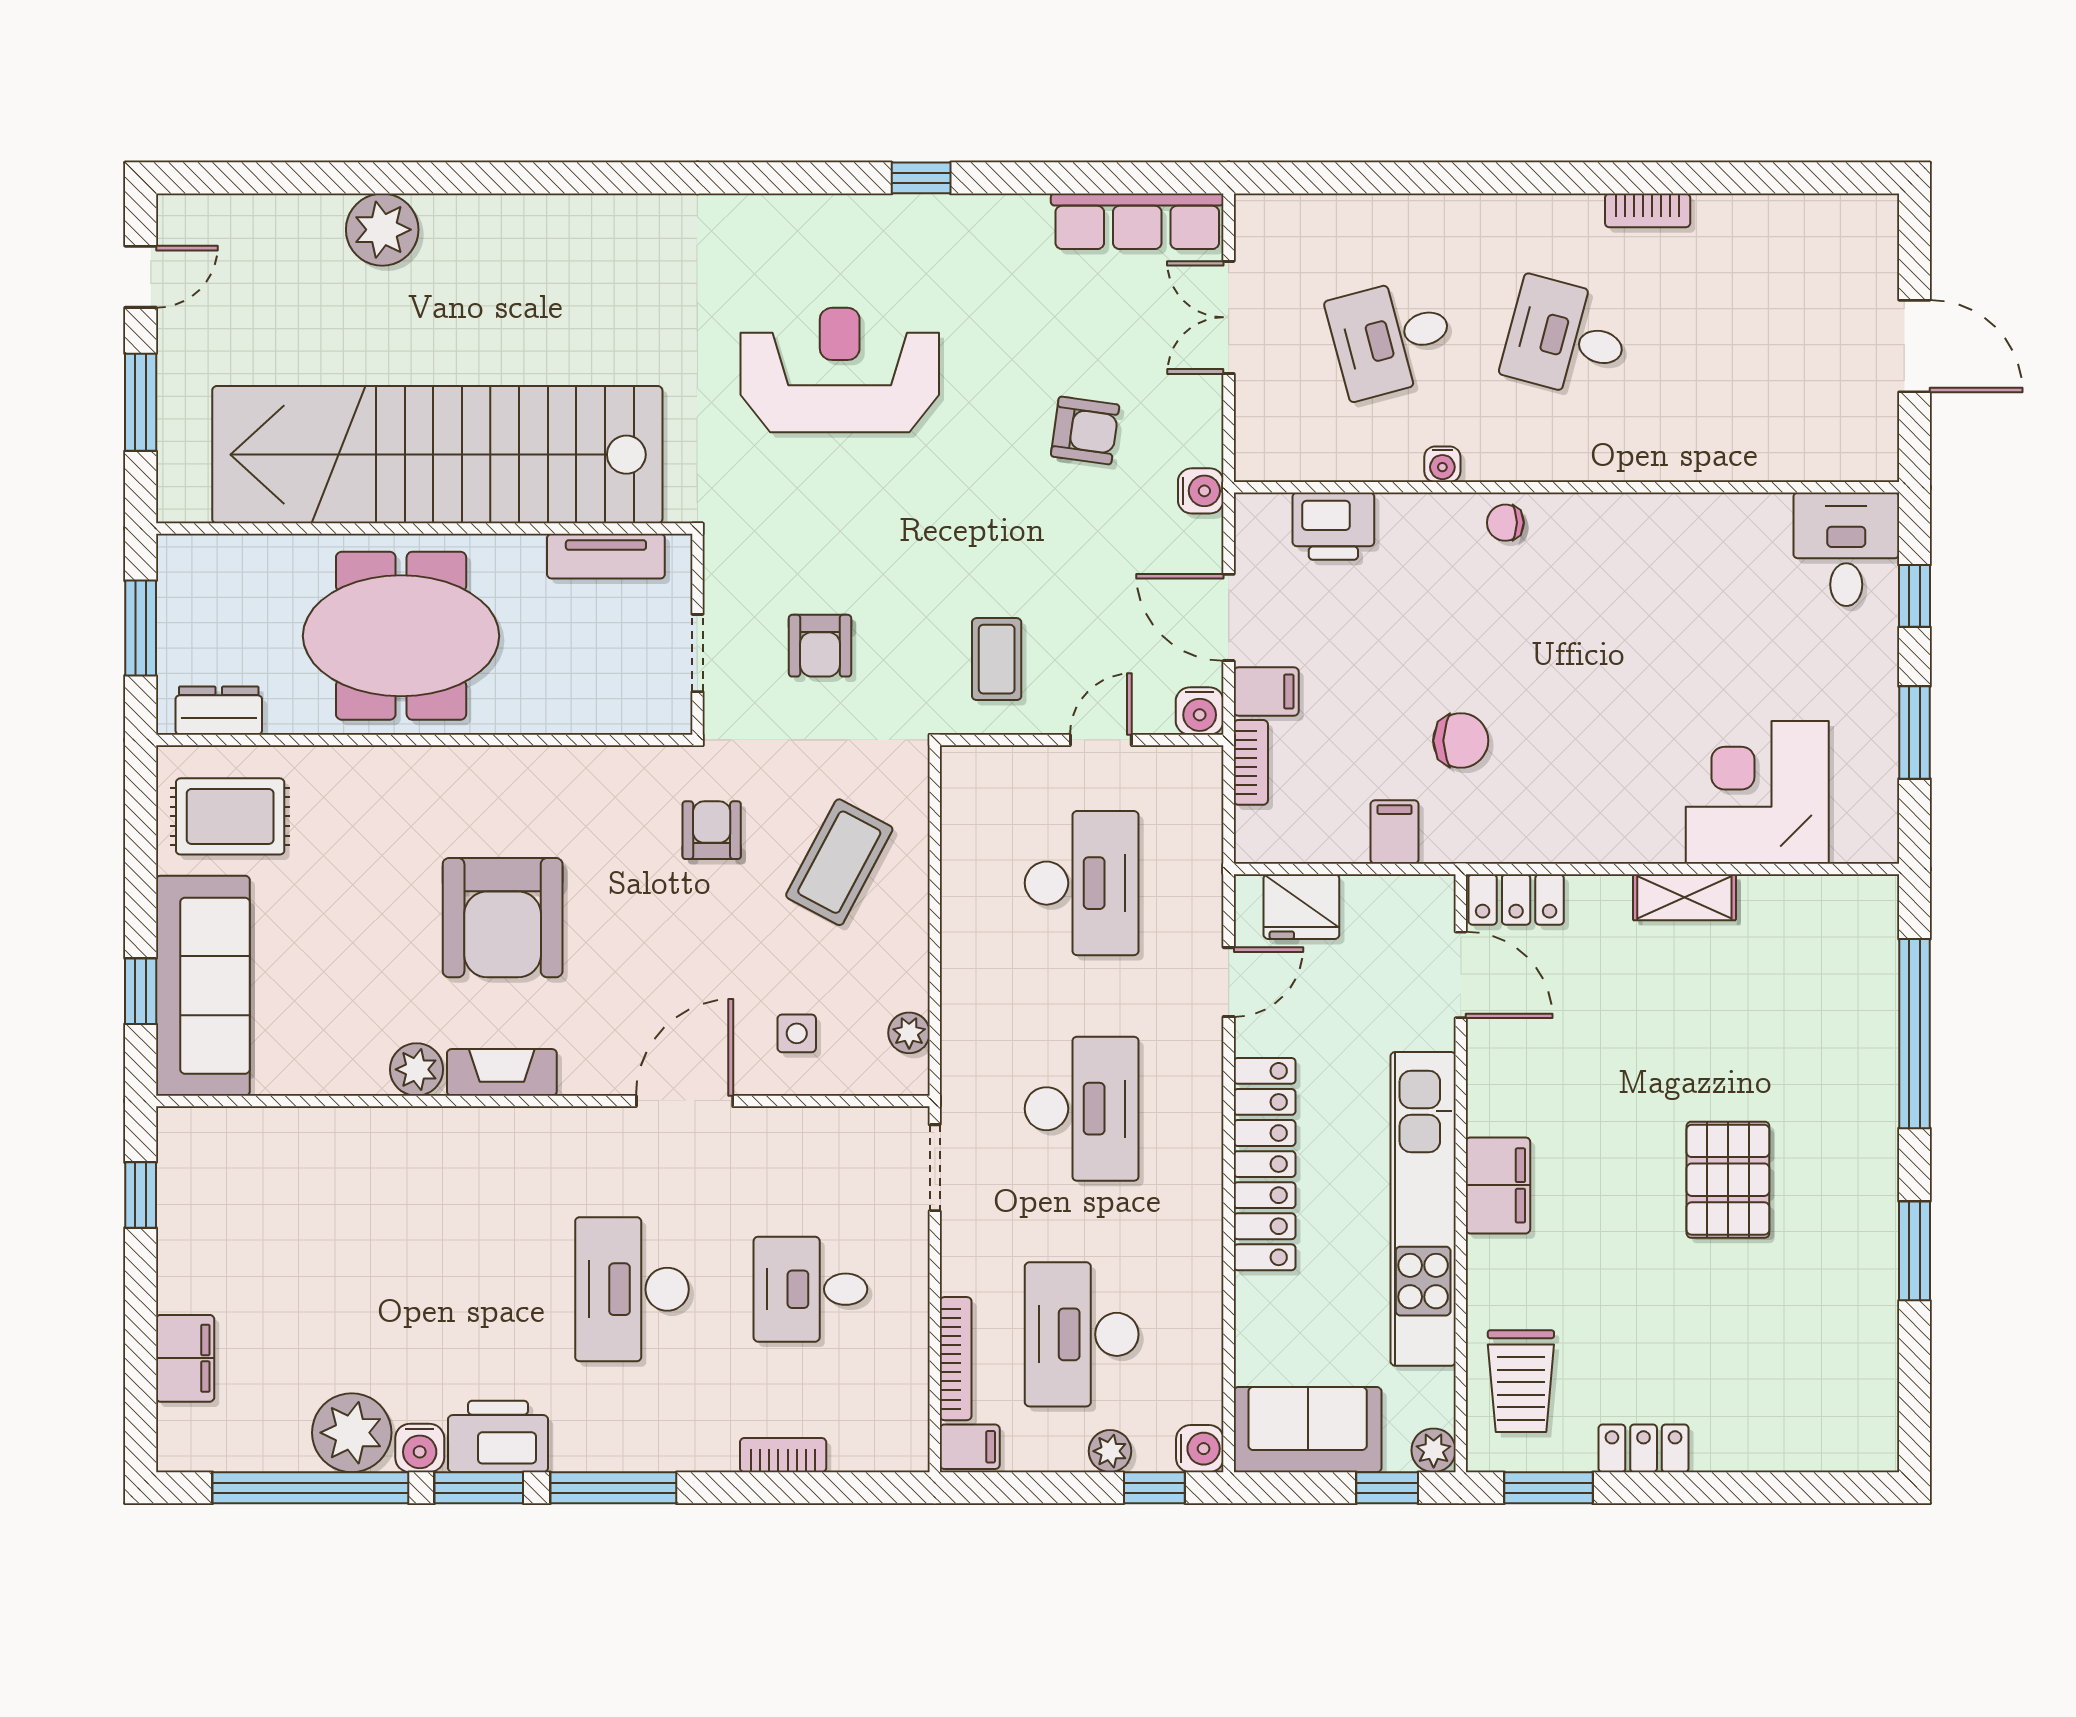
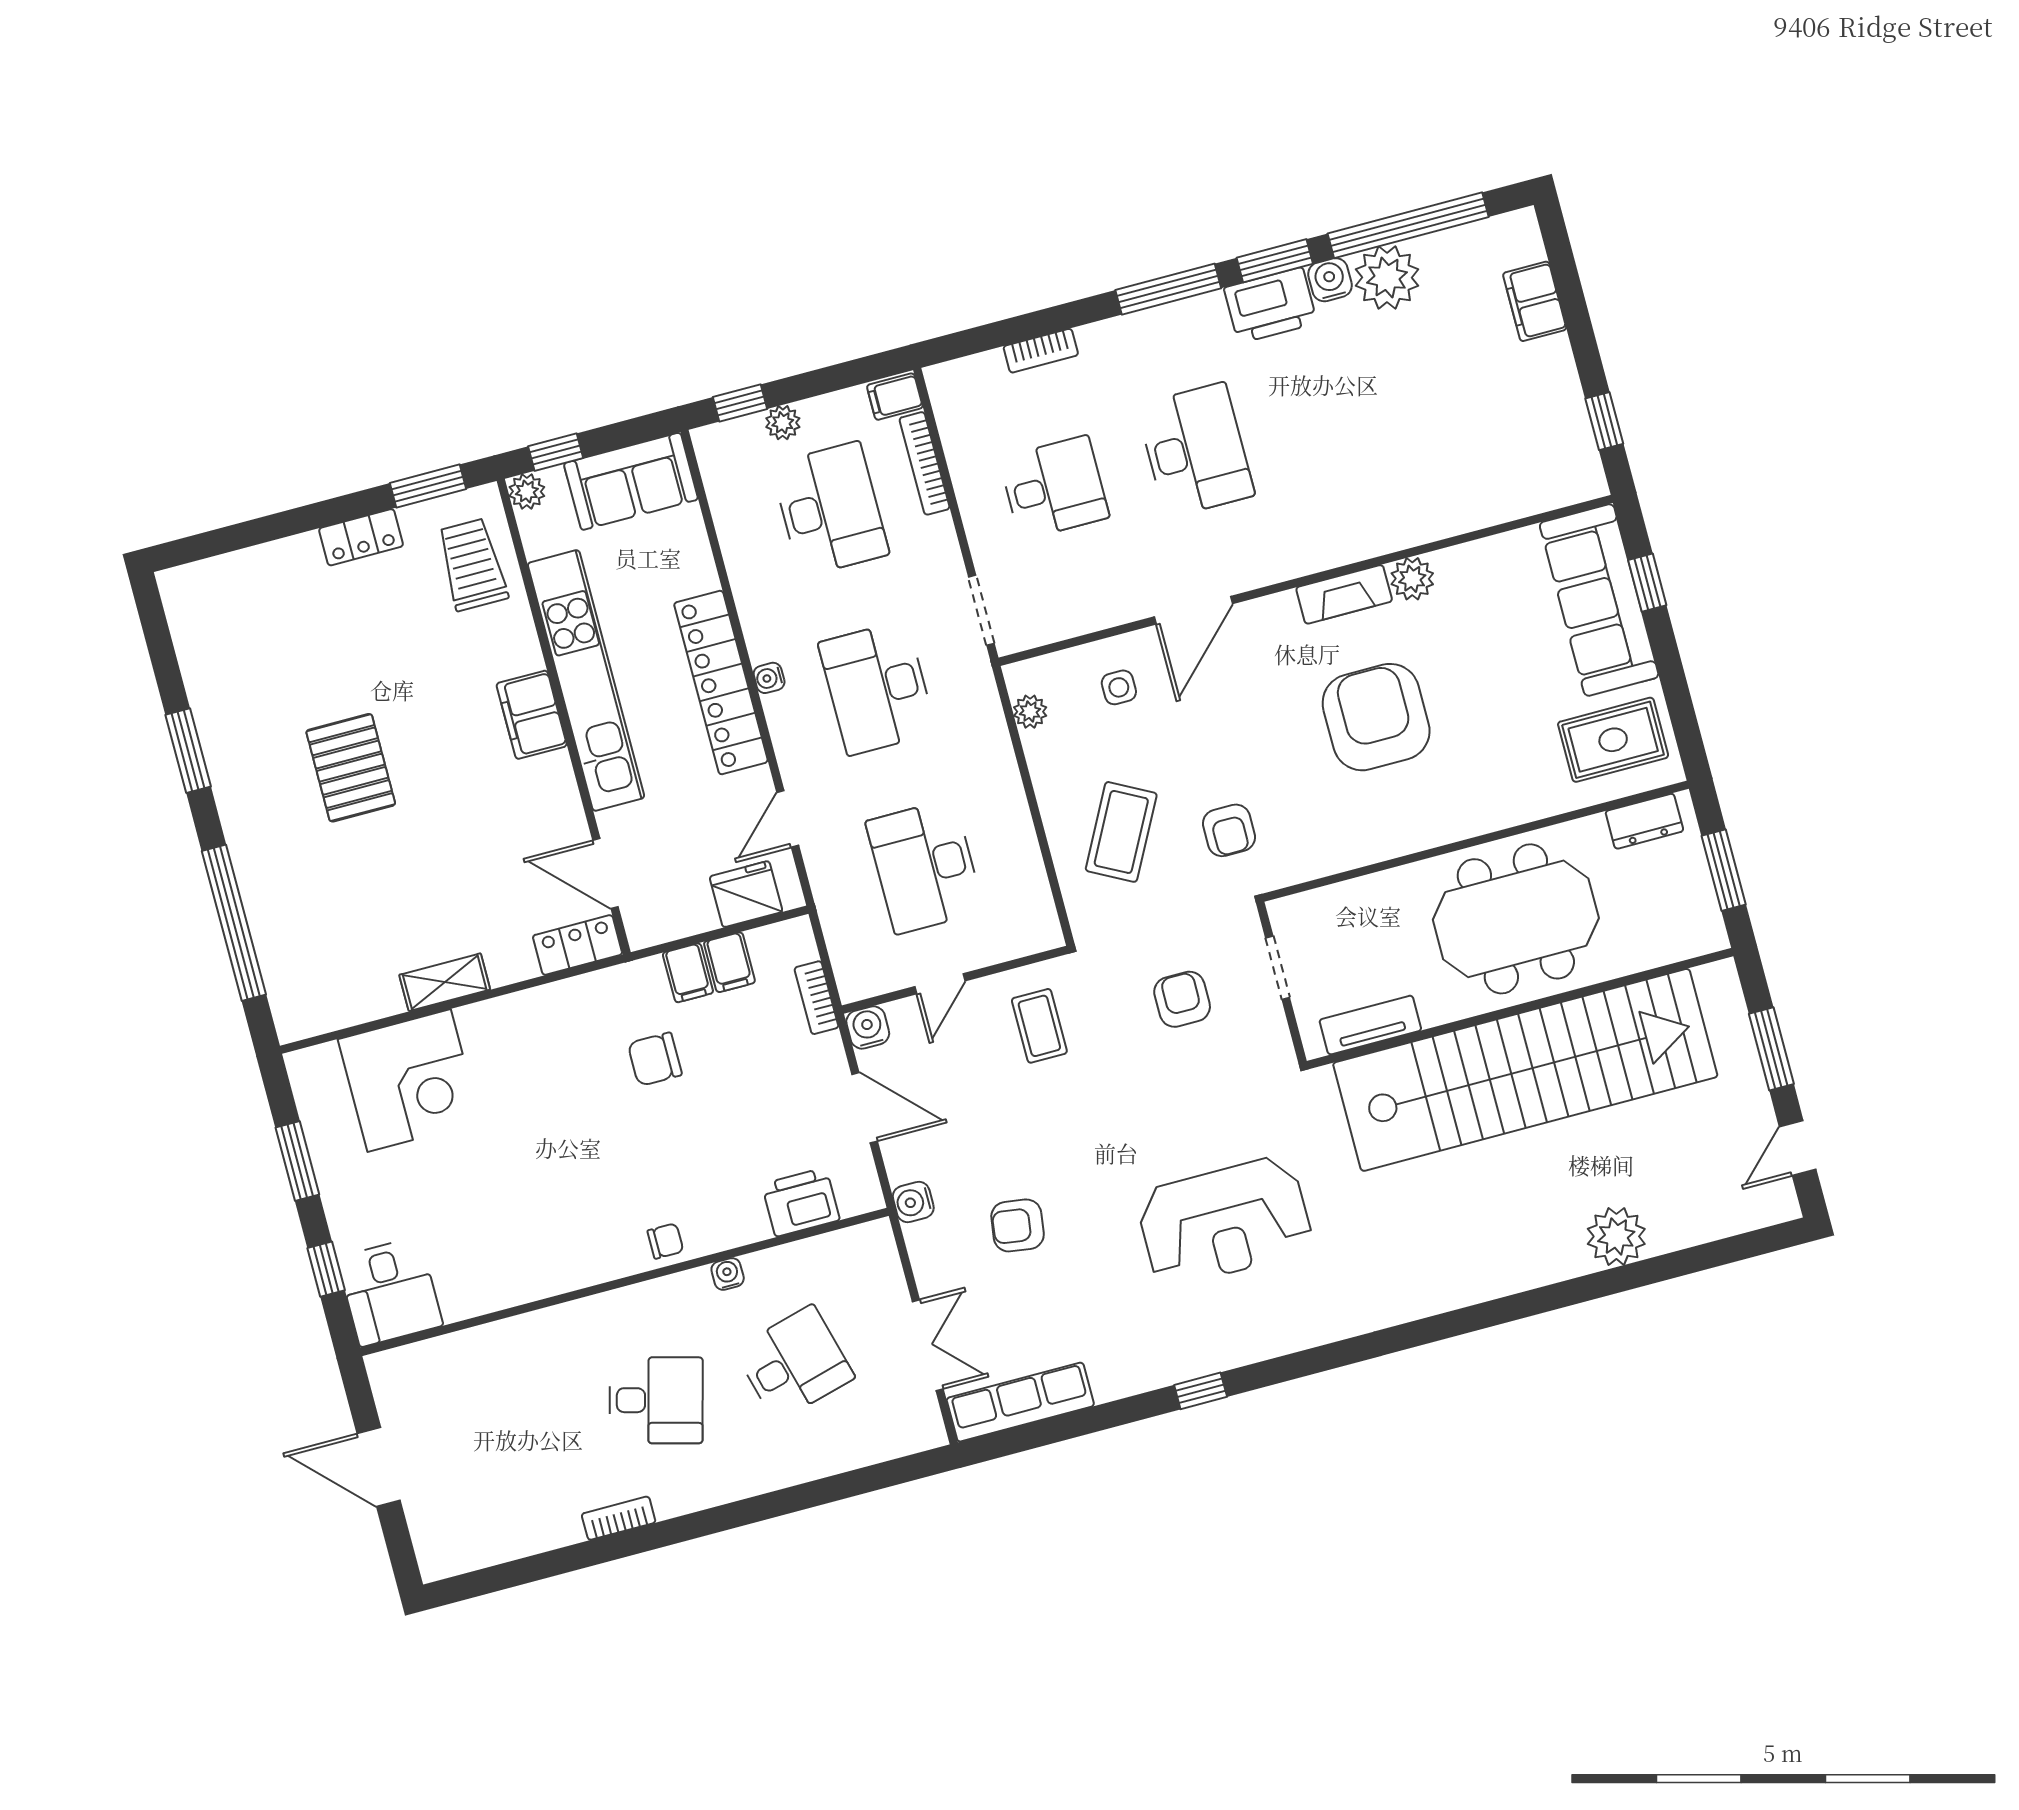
filing cabinet: (1266, 691) -> (729, 962), moved, turned -90
water cooler: (1200, 1449) -> (769, 678), moved, width x0.72, depth x0.72

